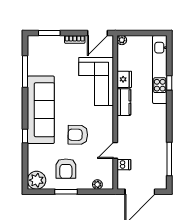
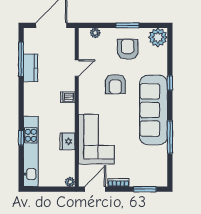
window: (25, 71) -> (170, 137), moved
kitchen counter: (124, 102) -> (31, 68), moved, turned 180
armchair: (78, 135) -> (115, 84), turned 89
dishwasher: (124, 165) -> (68, 97), moved

